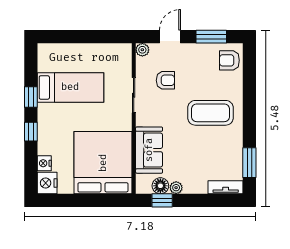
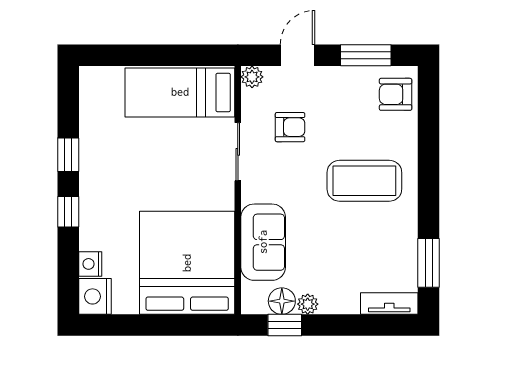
bed: (70, 87) -> (180, 92), moved, turned 180

